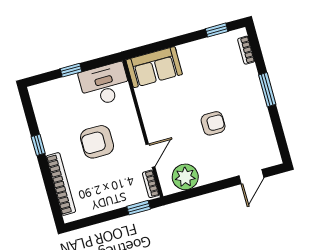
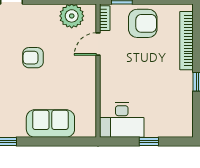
sofa: (154, 67) -> (50, 124), moved
armchair: (97, 142) -> (143, 23), moved

